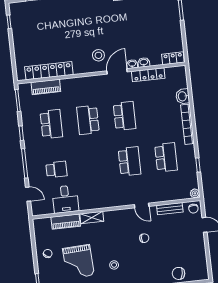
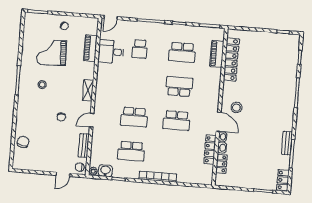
locker: (173, 58) -> (221, 164), moved
washbasin: (183, 96) -> (105, 171), moved
door: (28, 194) -> (111, 18), moved
shelving: (92, 218) -> (88, 90), moved

